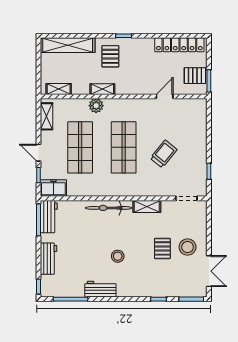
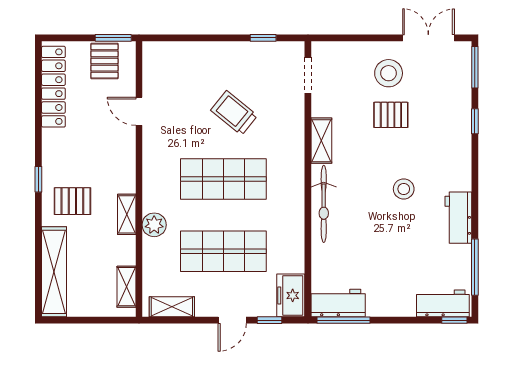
workbench: (49, 259) -> (443, 303), moved

